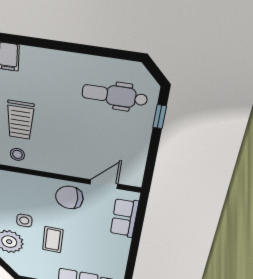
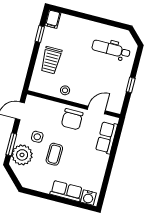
window: (160, 117) -> (131, 85), moved
stool: (17, 154) -> (65, 90), moved
chair: (69, 197) -> (72, 119), turned -90

